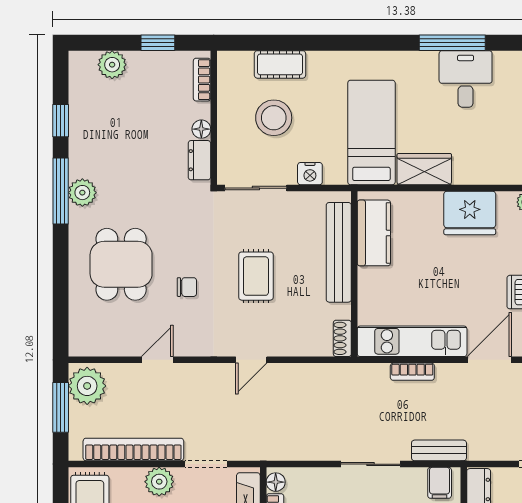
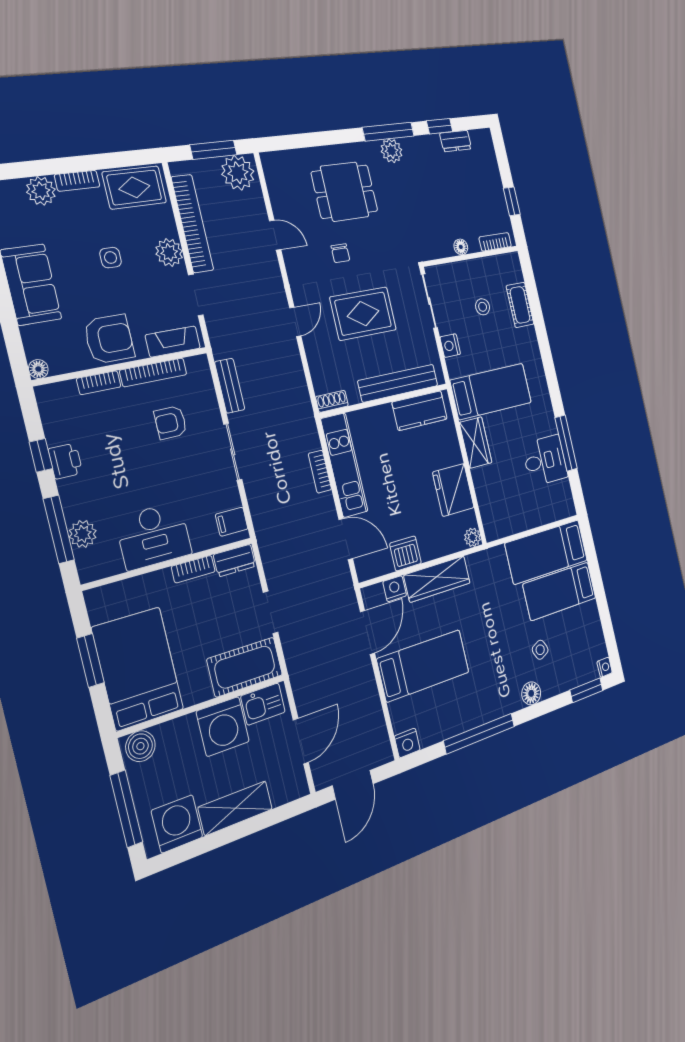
plant: (112, 65) -> (488, 165), removed
stool: (274, 118) -> (483, 307), width x0.53, depth x0.53
dresser: (199, 160) -> (456, 141), moved, turned 180
rug: (256, 276) -> (363, 314), width x1.36, depth x1.43
door: (251, 360) -> (295, 322), swing flipped
bench: (439, 450) -> (230, 386), moved
floor lamp: (276, 482) -> (195, 365), removed

